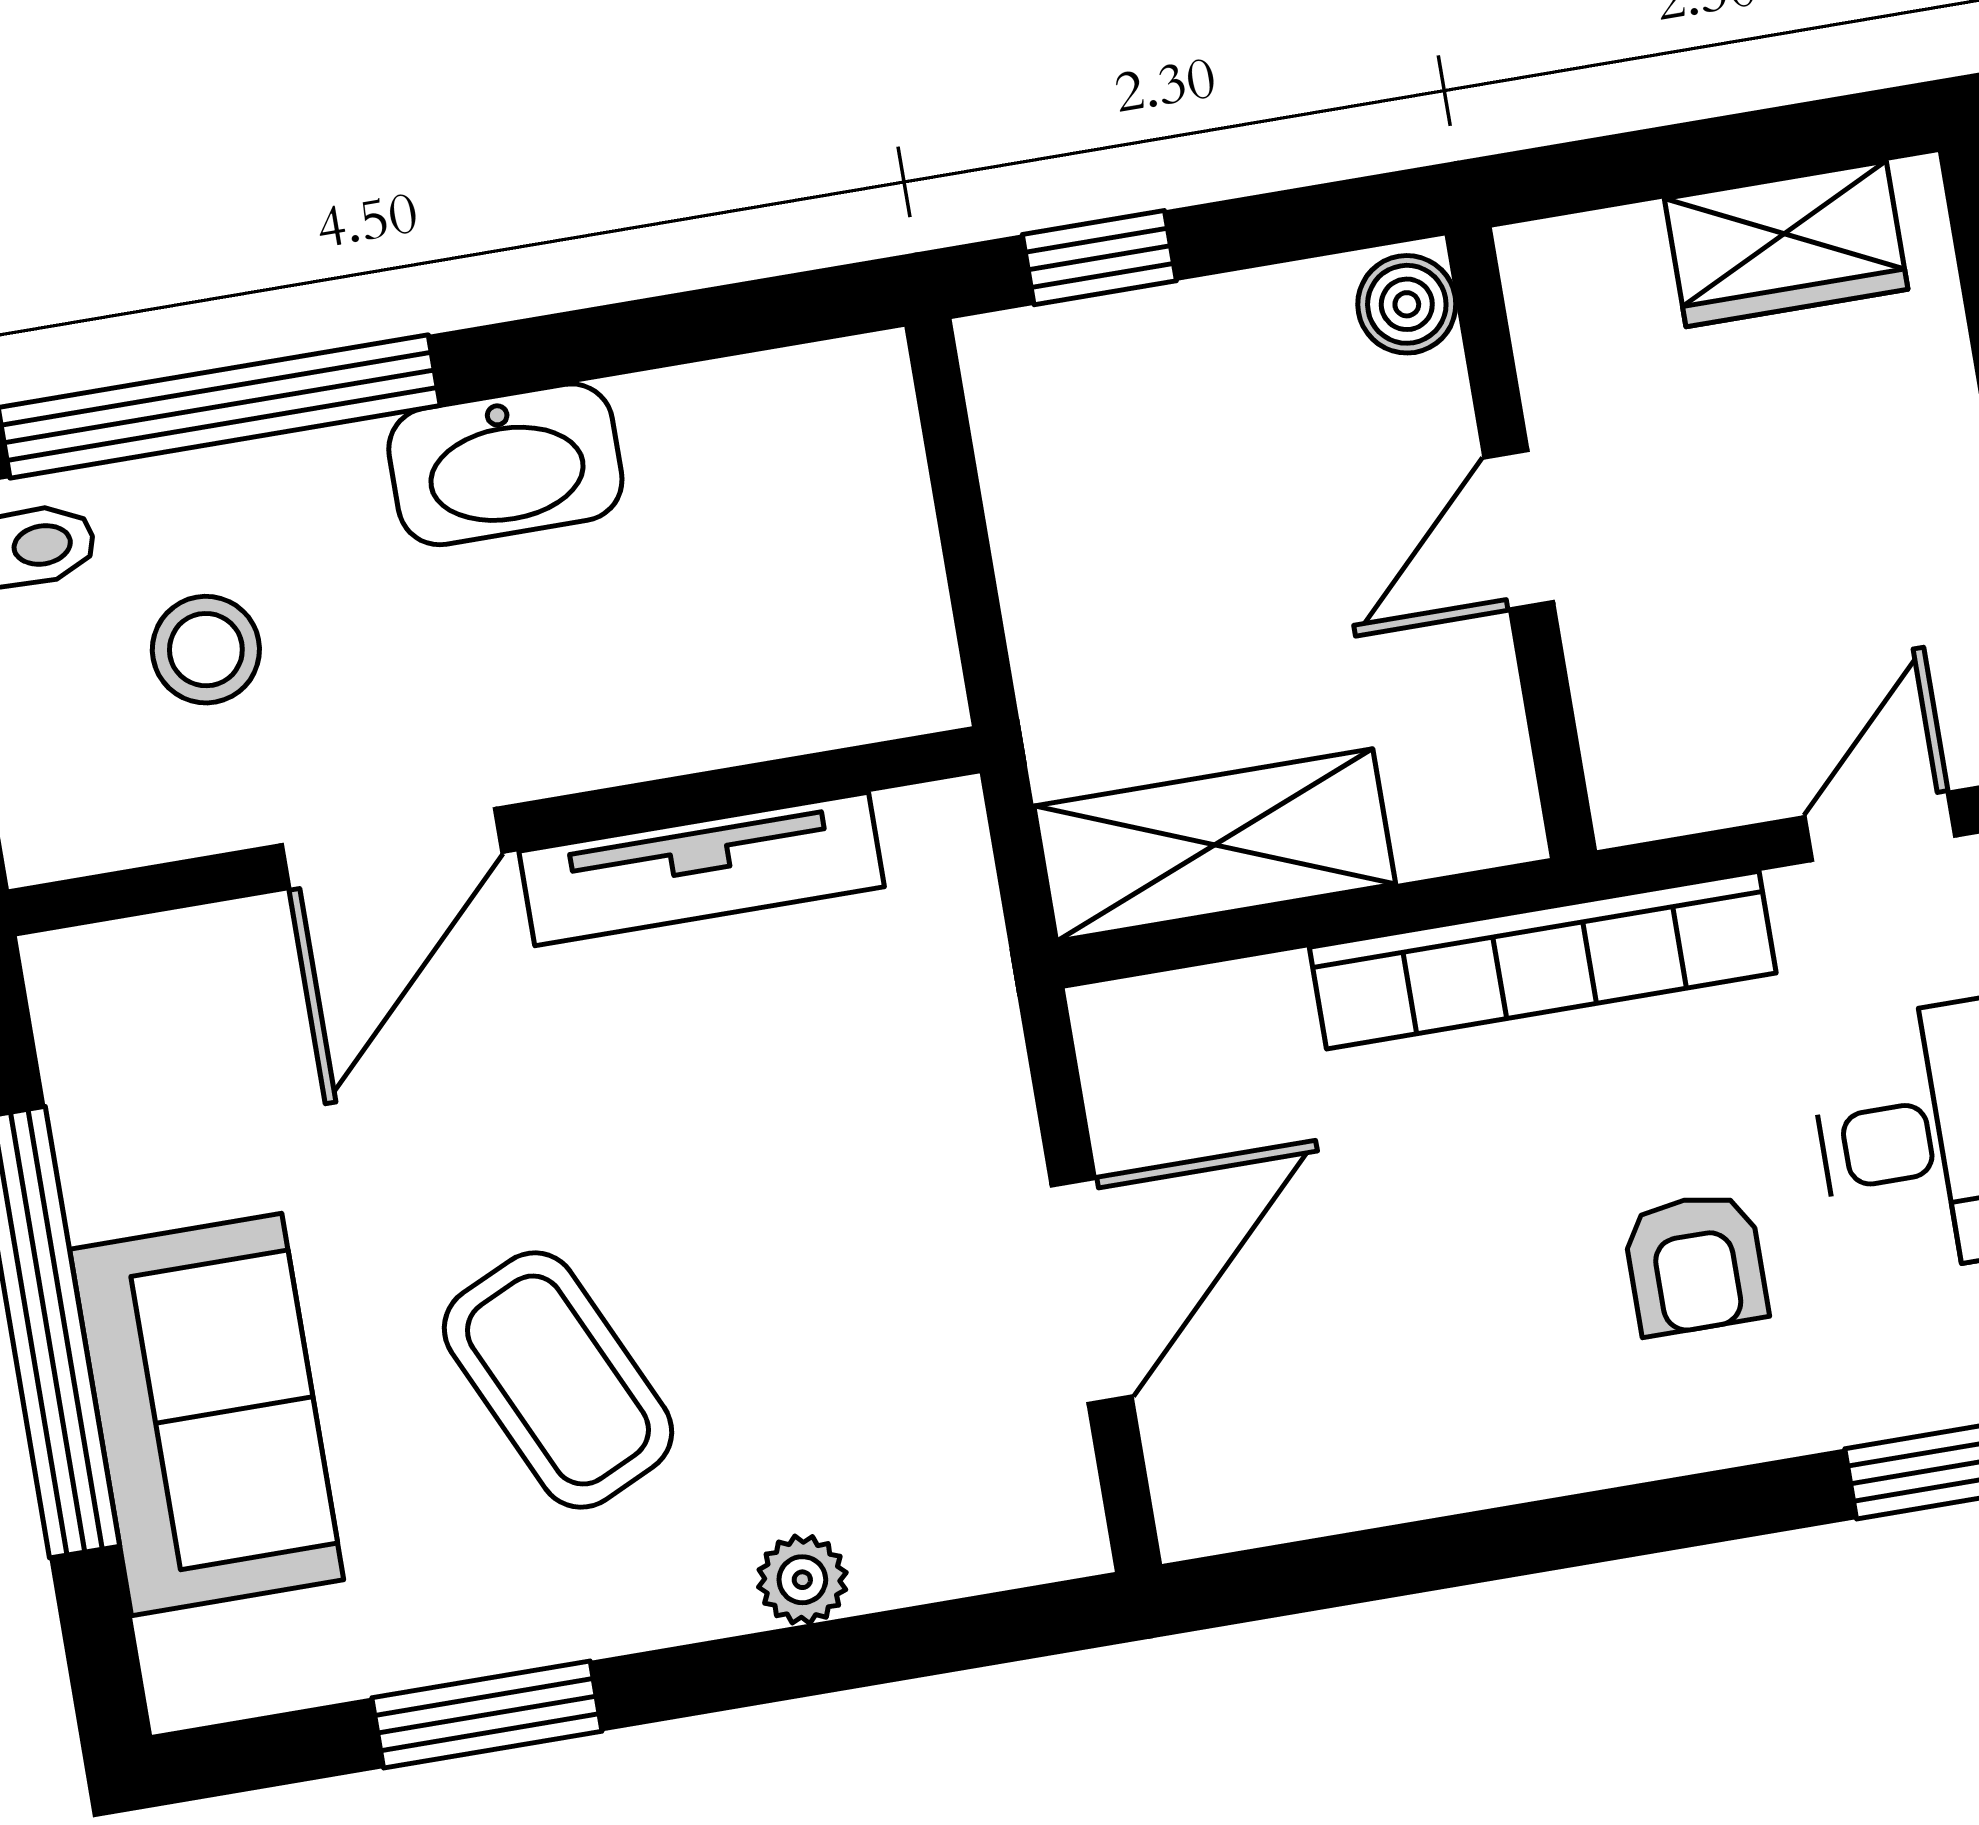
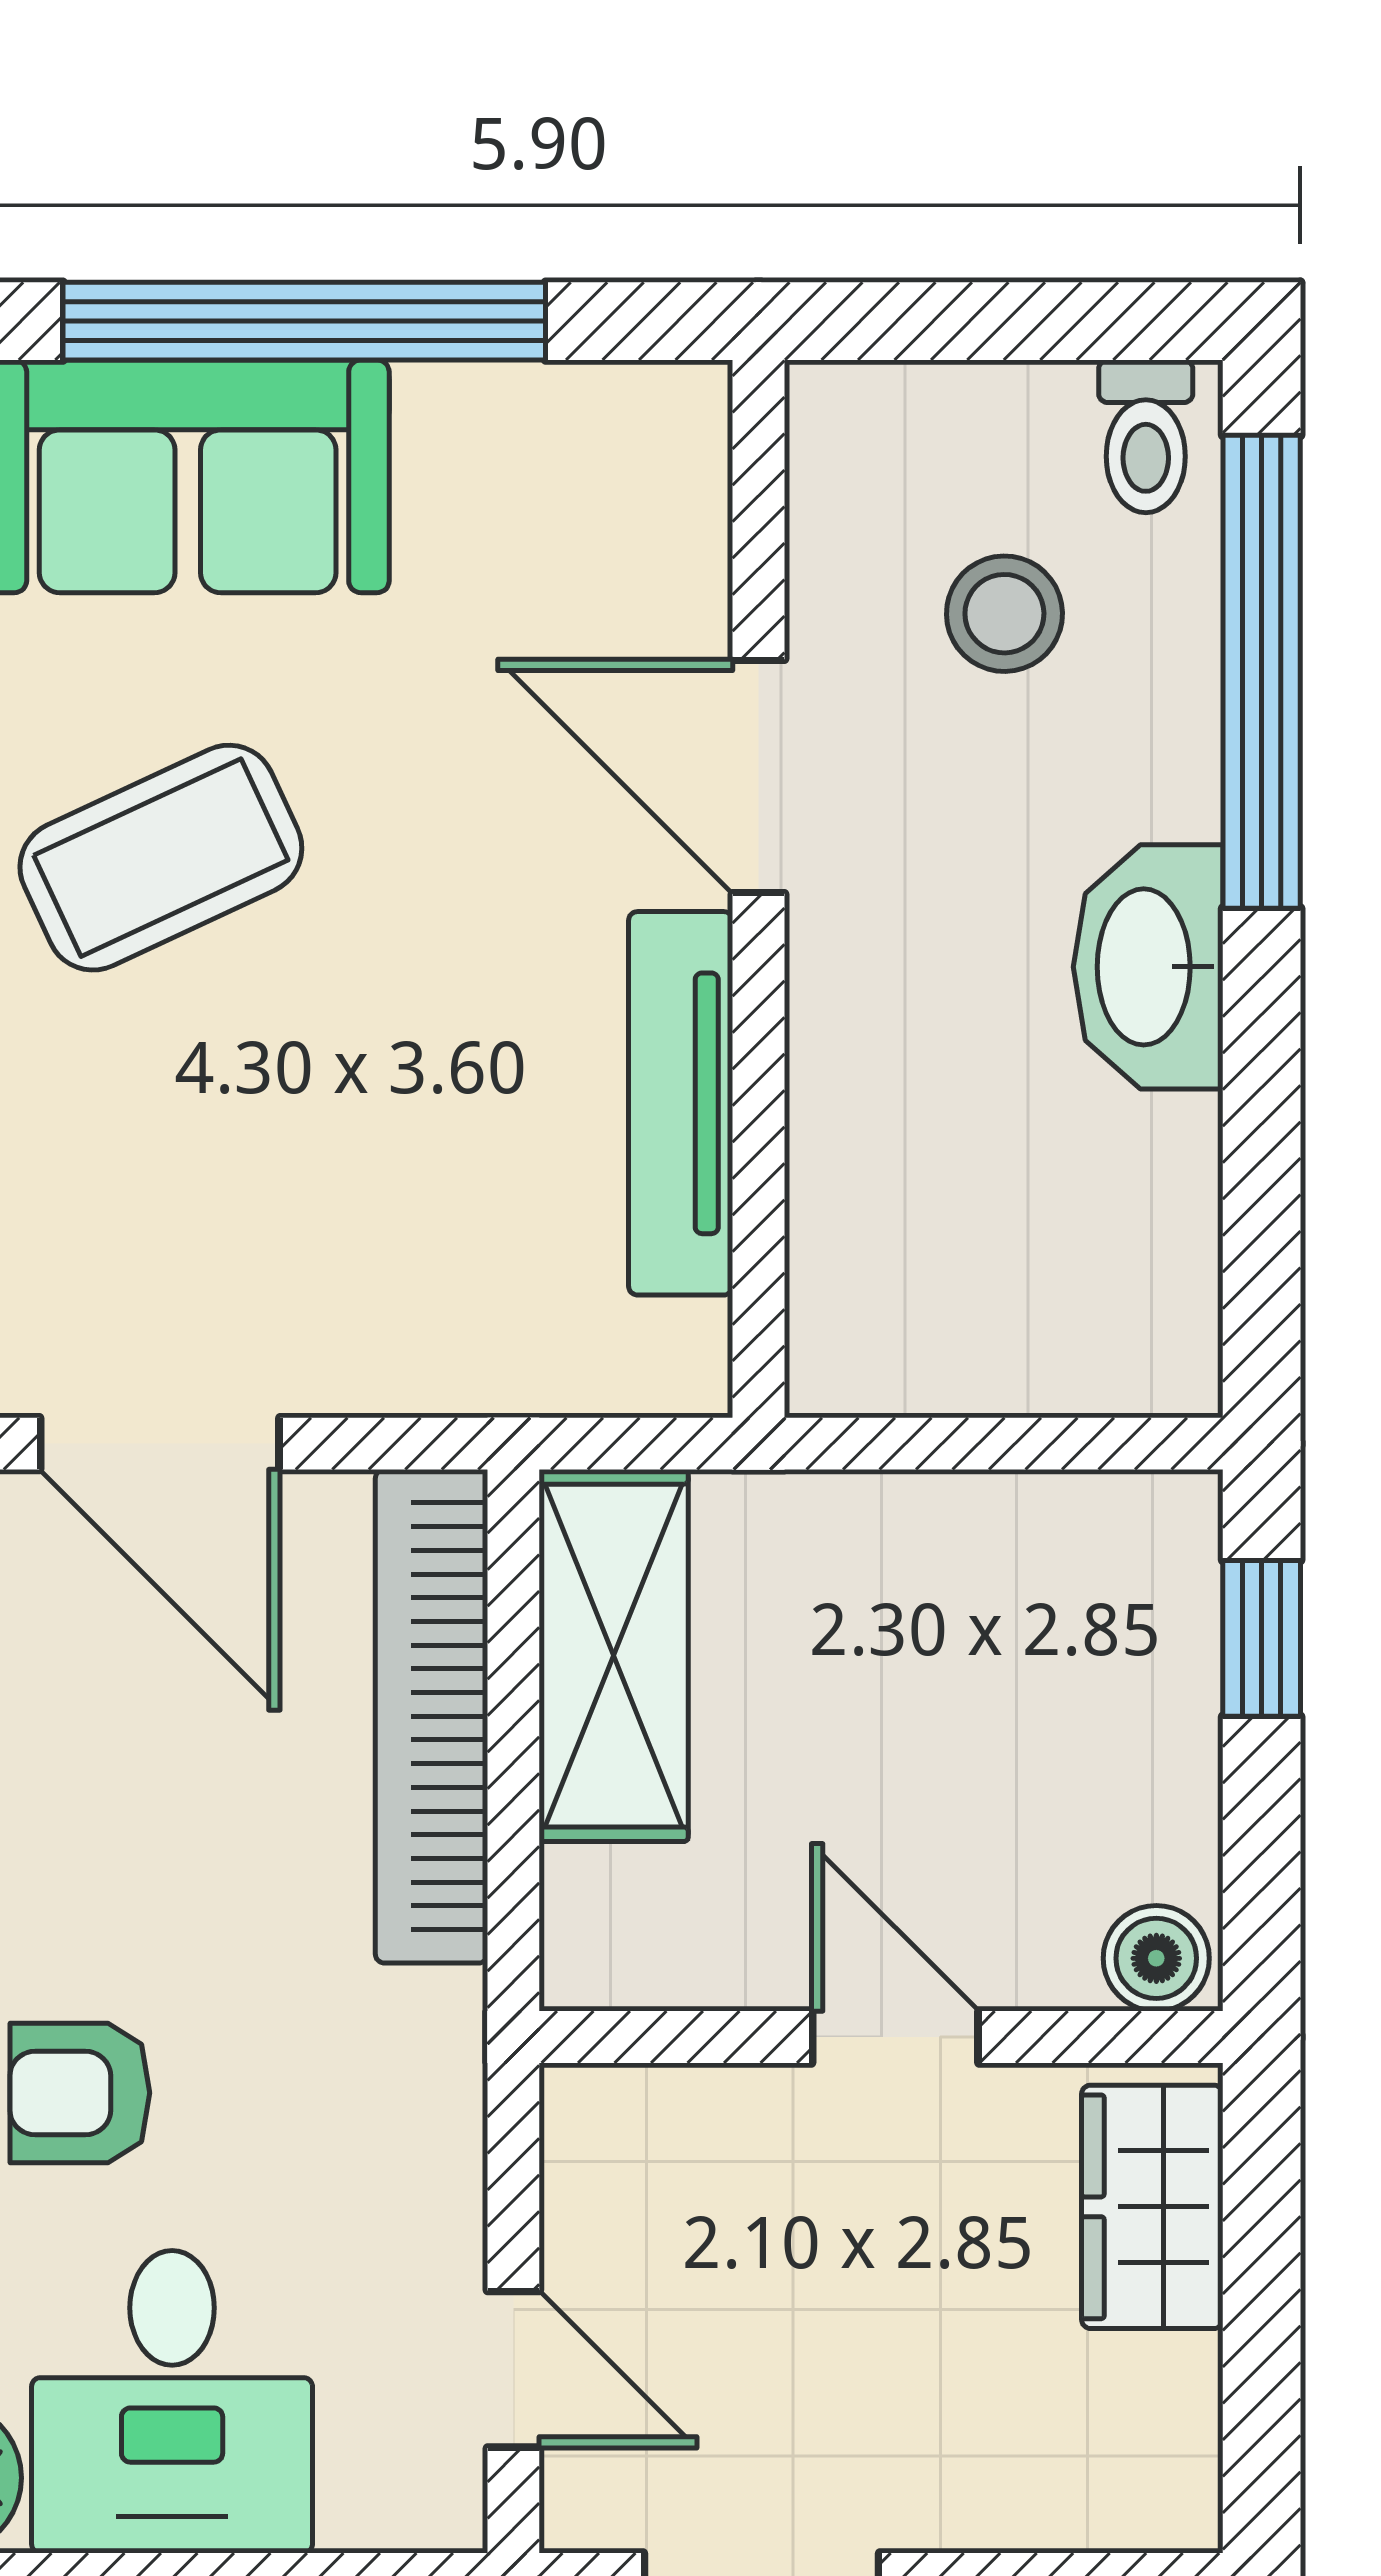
wardrobe: (1786, 244) -> (1152, 2207), moved
bookcase: (1543, 960) -> (432, 1716), moved

